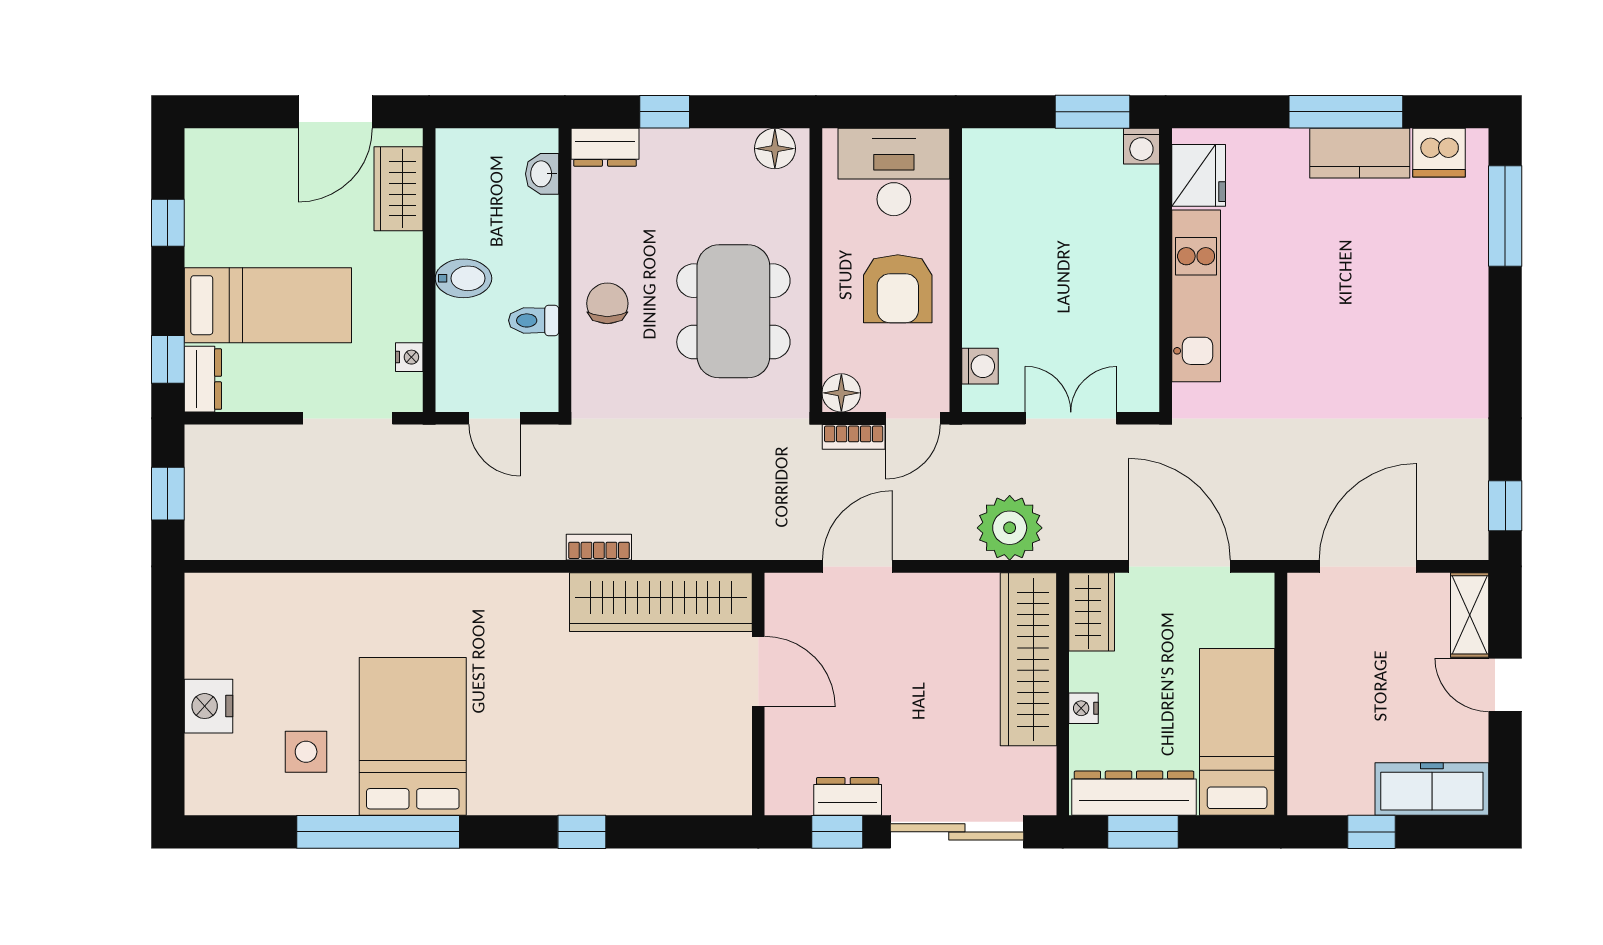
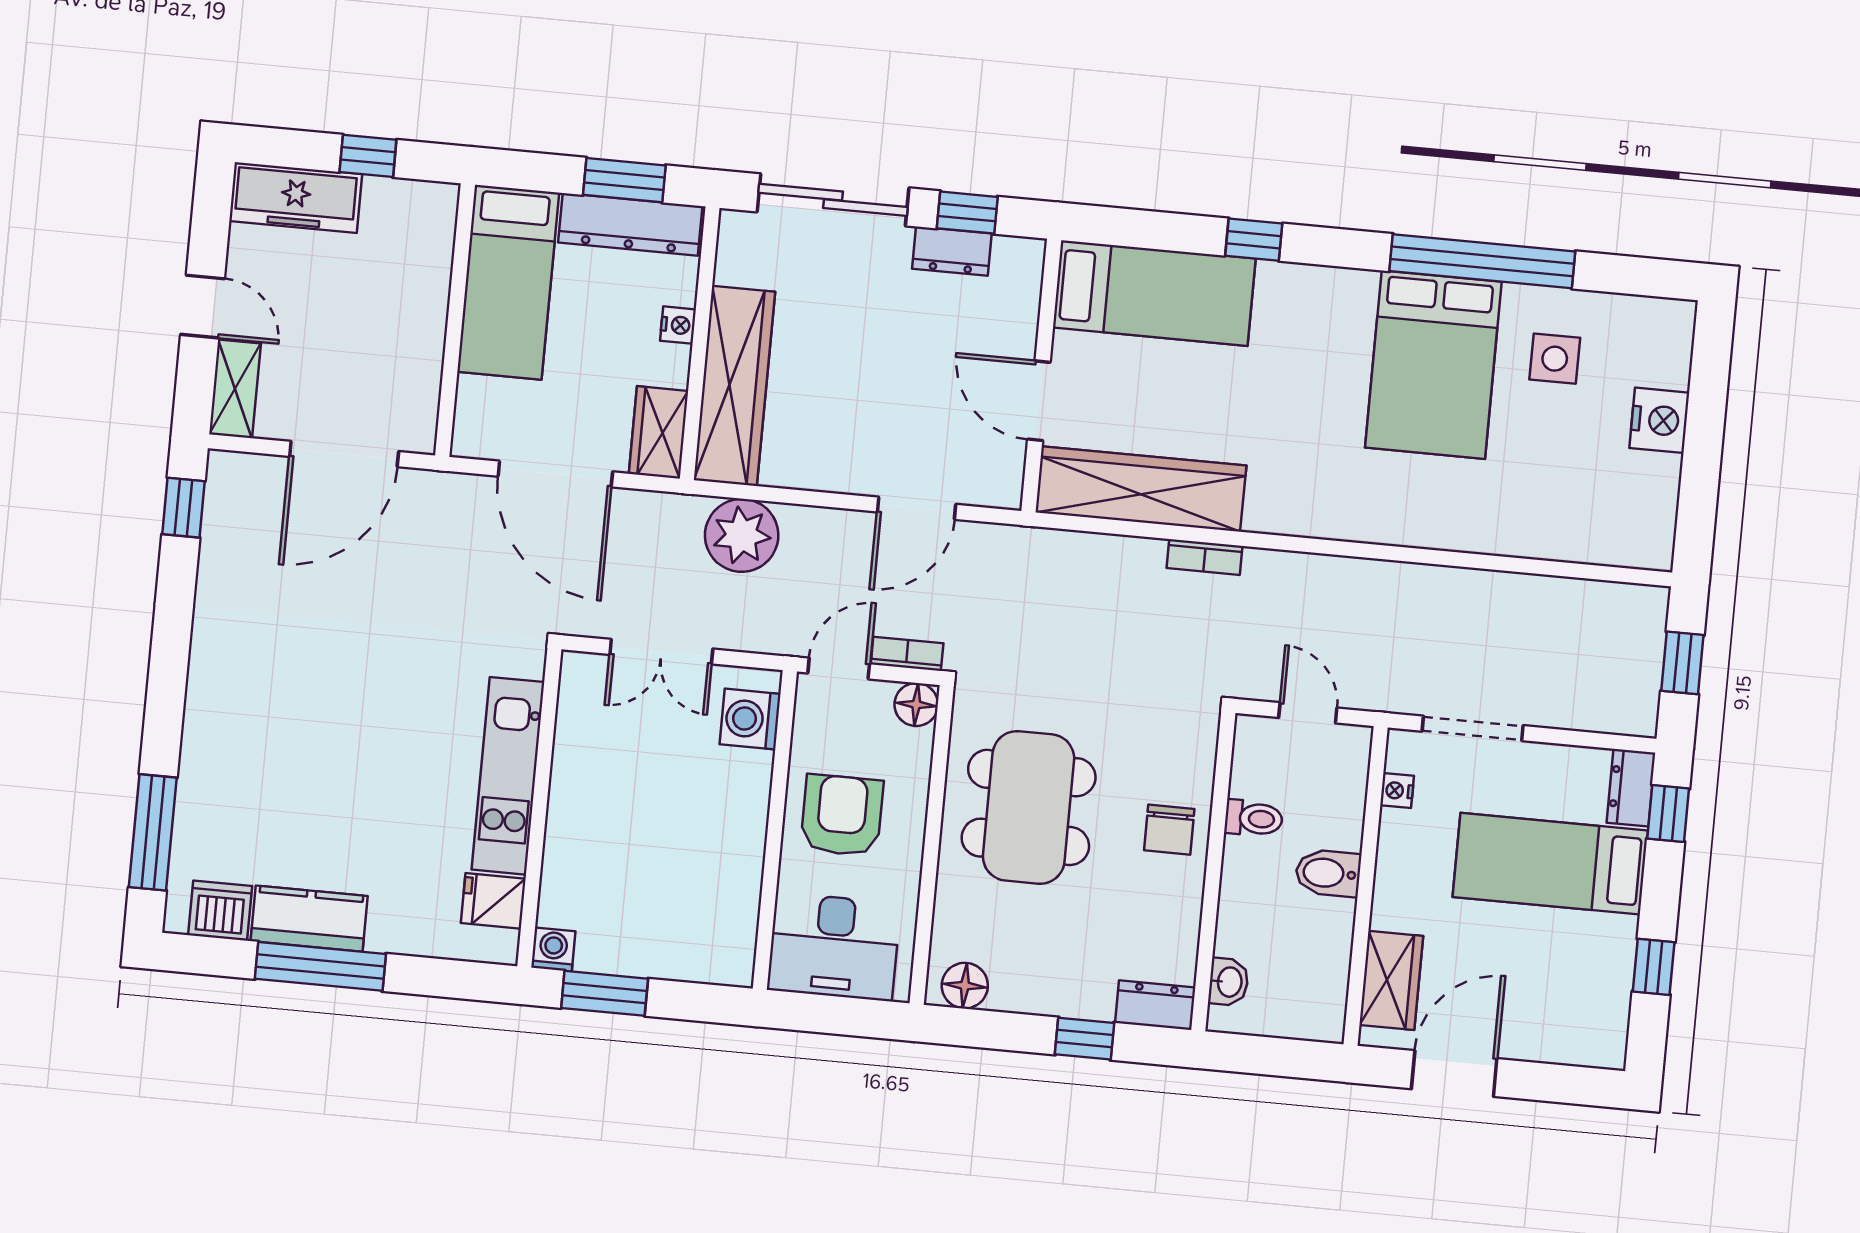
fridge: (1199, 175) -> (493, 901), width x0.72
washing machine: (980, 366) -> (750, 719), width x1.38, depth x1.38
bed: (665, 776) -> (1154, 293), added

